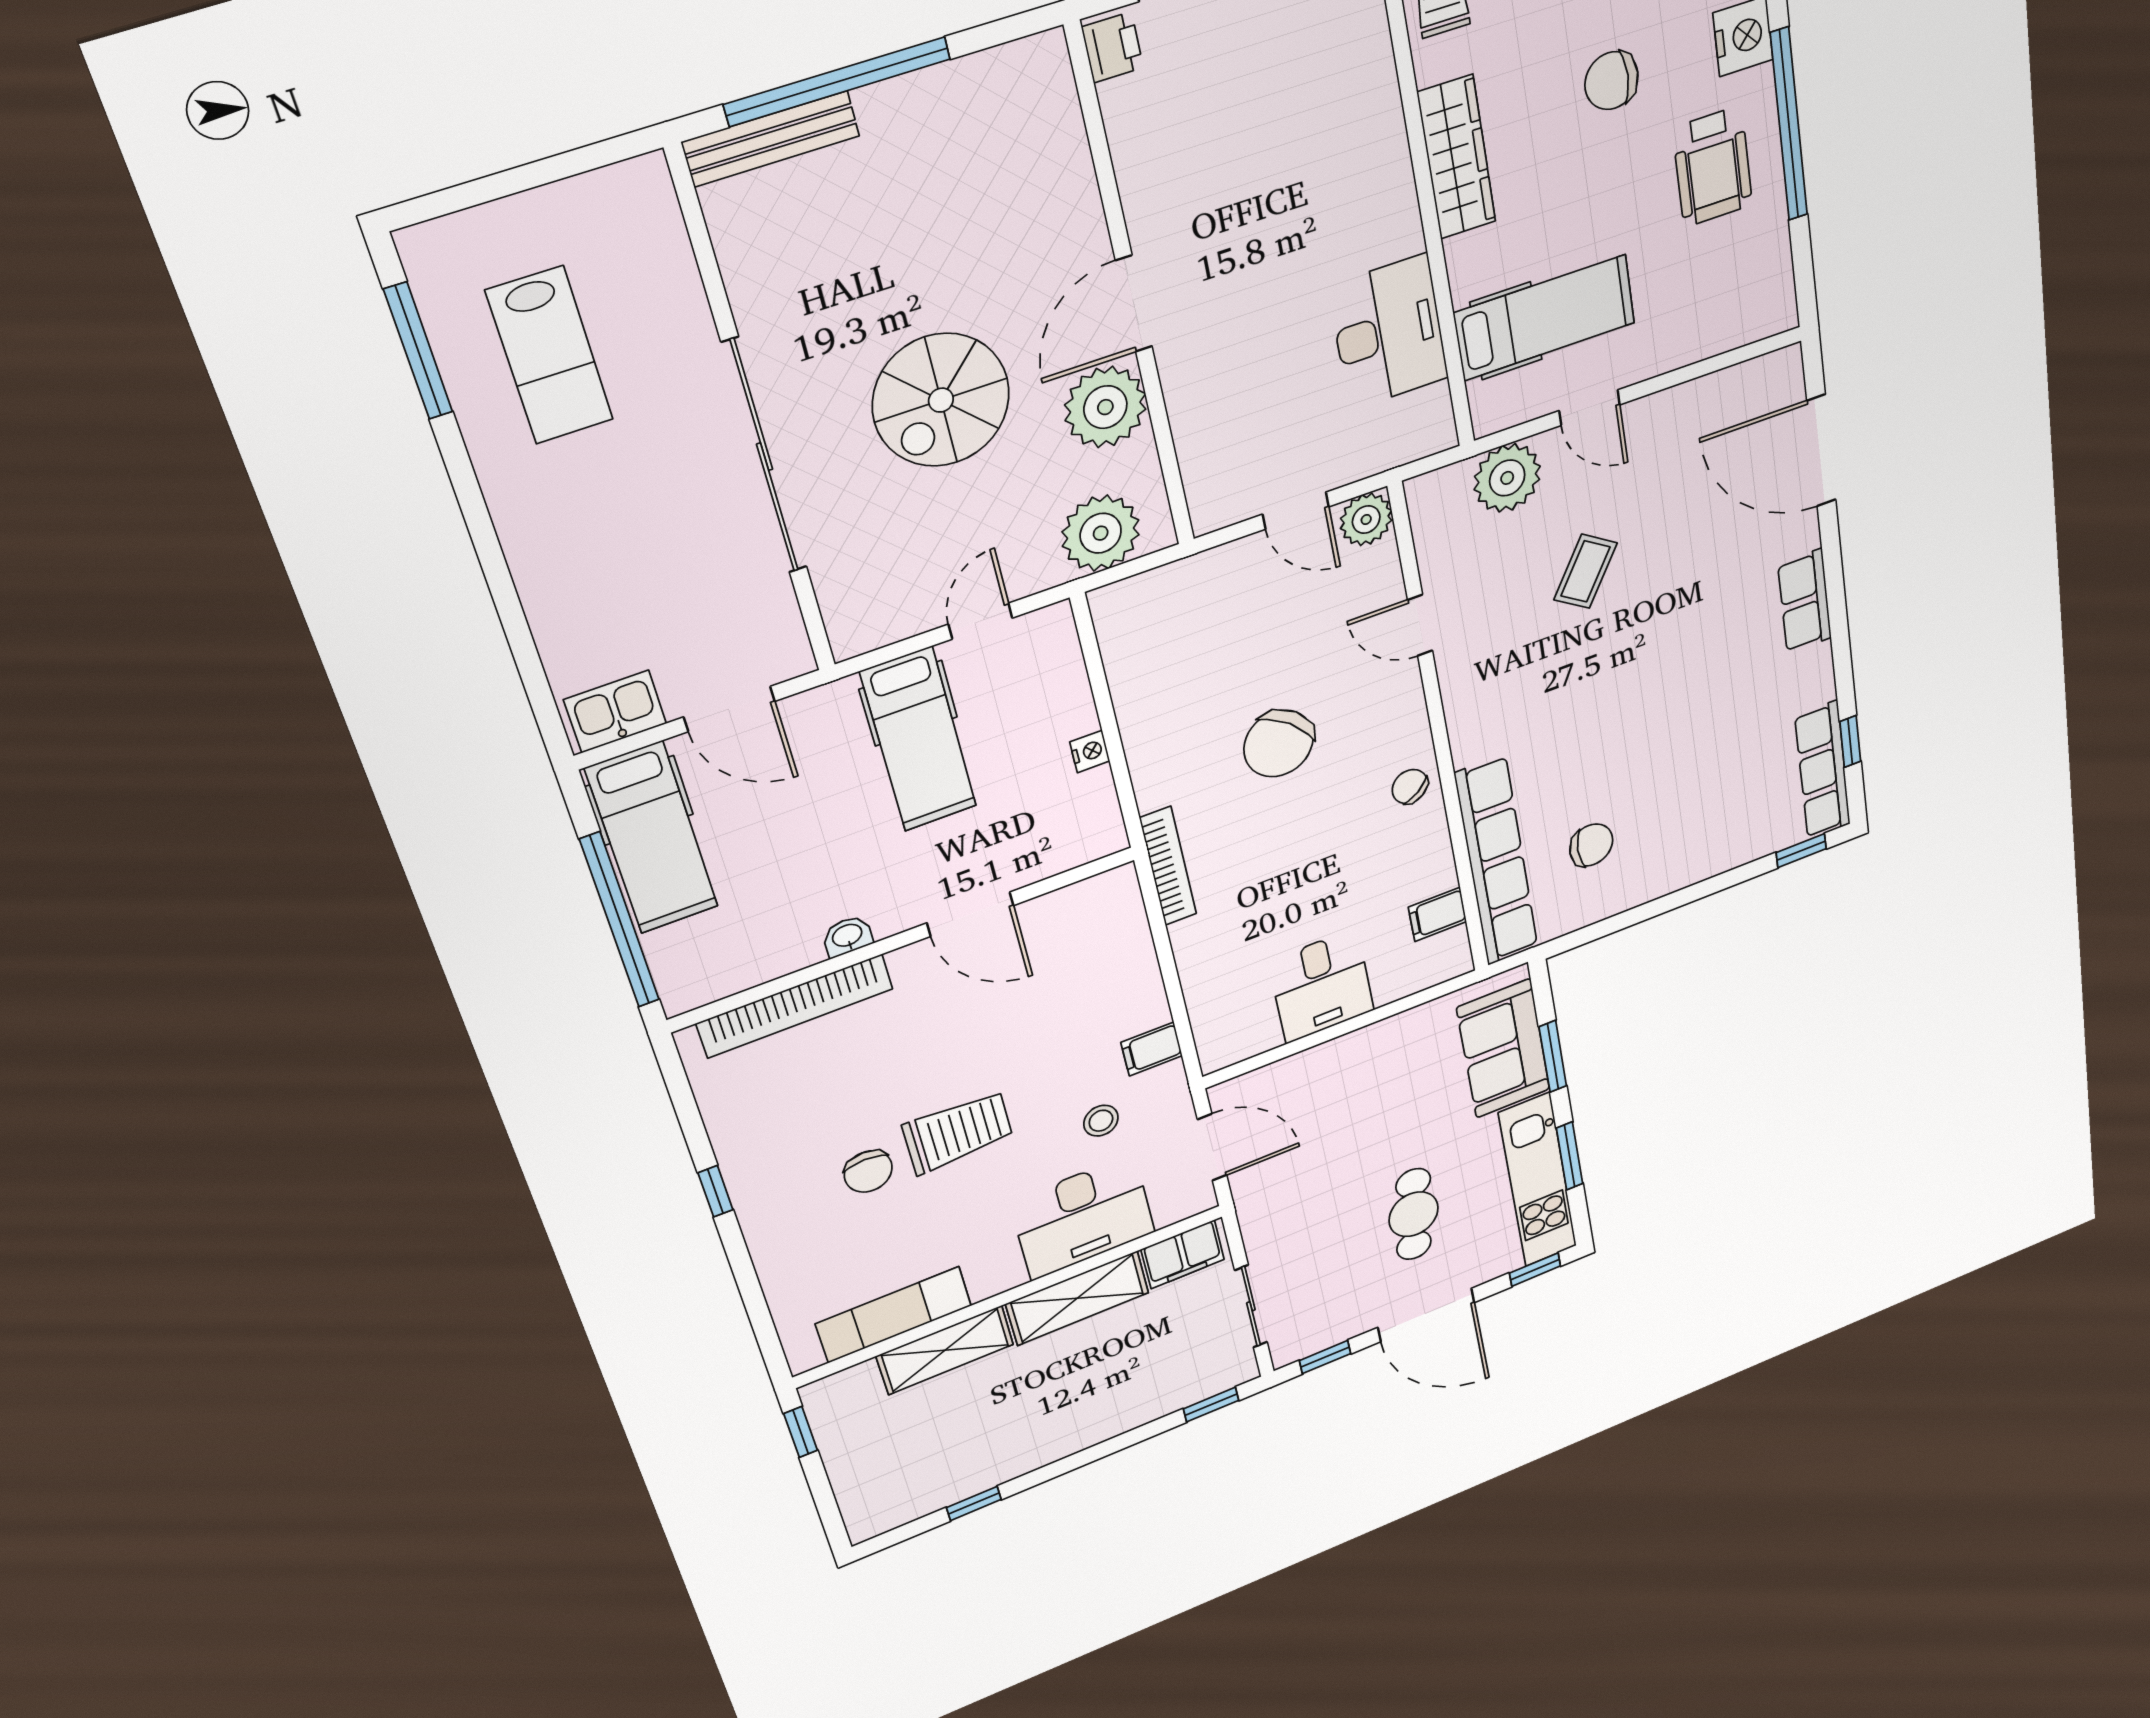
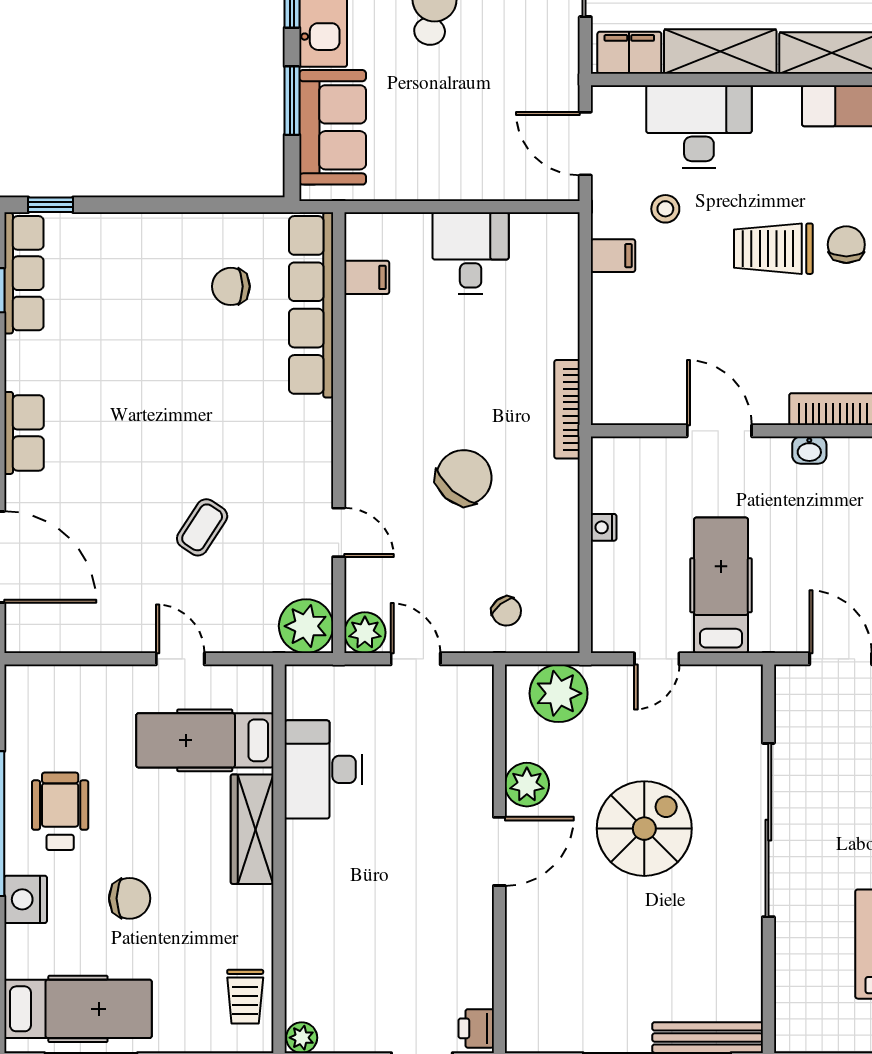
wardrobe: (1457, 157) -> (252, 829), moved
plant: (1105, 407) -> (527, 785), width x0.73, depth x0.73
plant: (1507, 478) -> (306, 626), moved
chair: (1410, 787) -> (506, 611), moved

